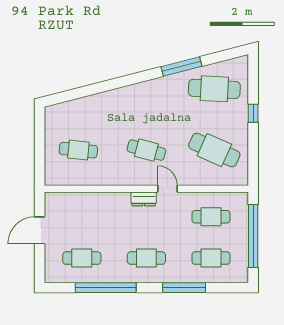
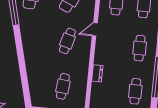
dresser: (144, 199) -> (97, 73), moved

